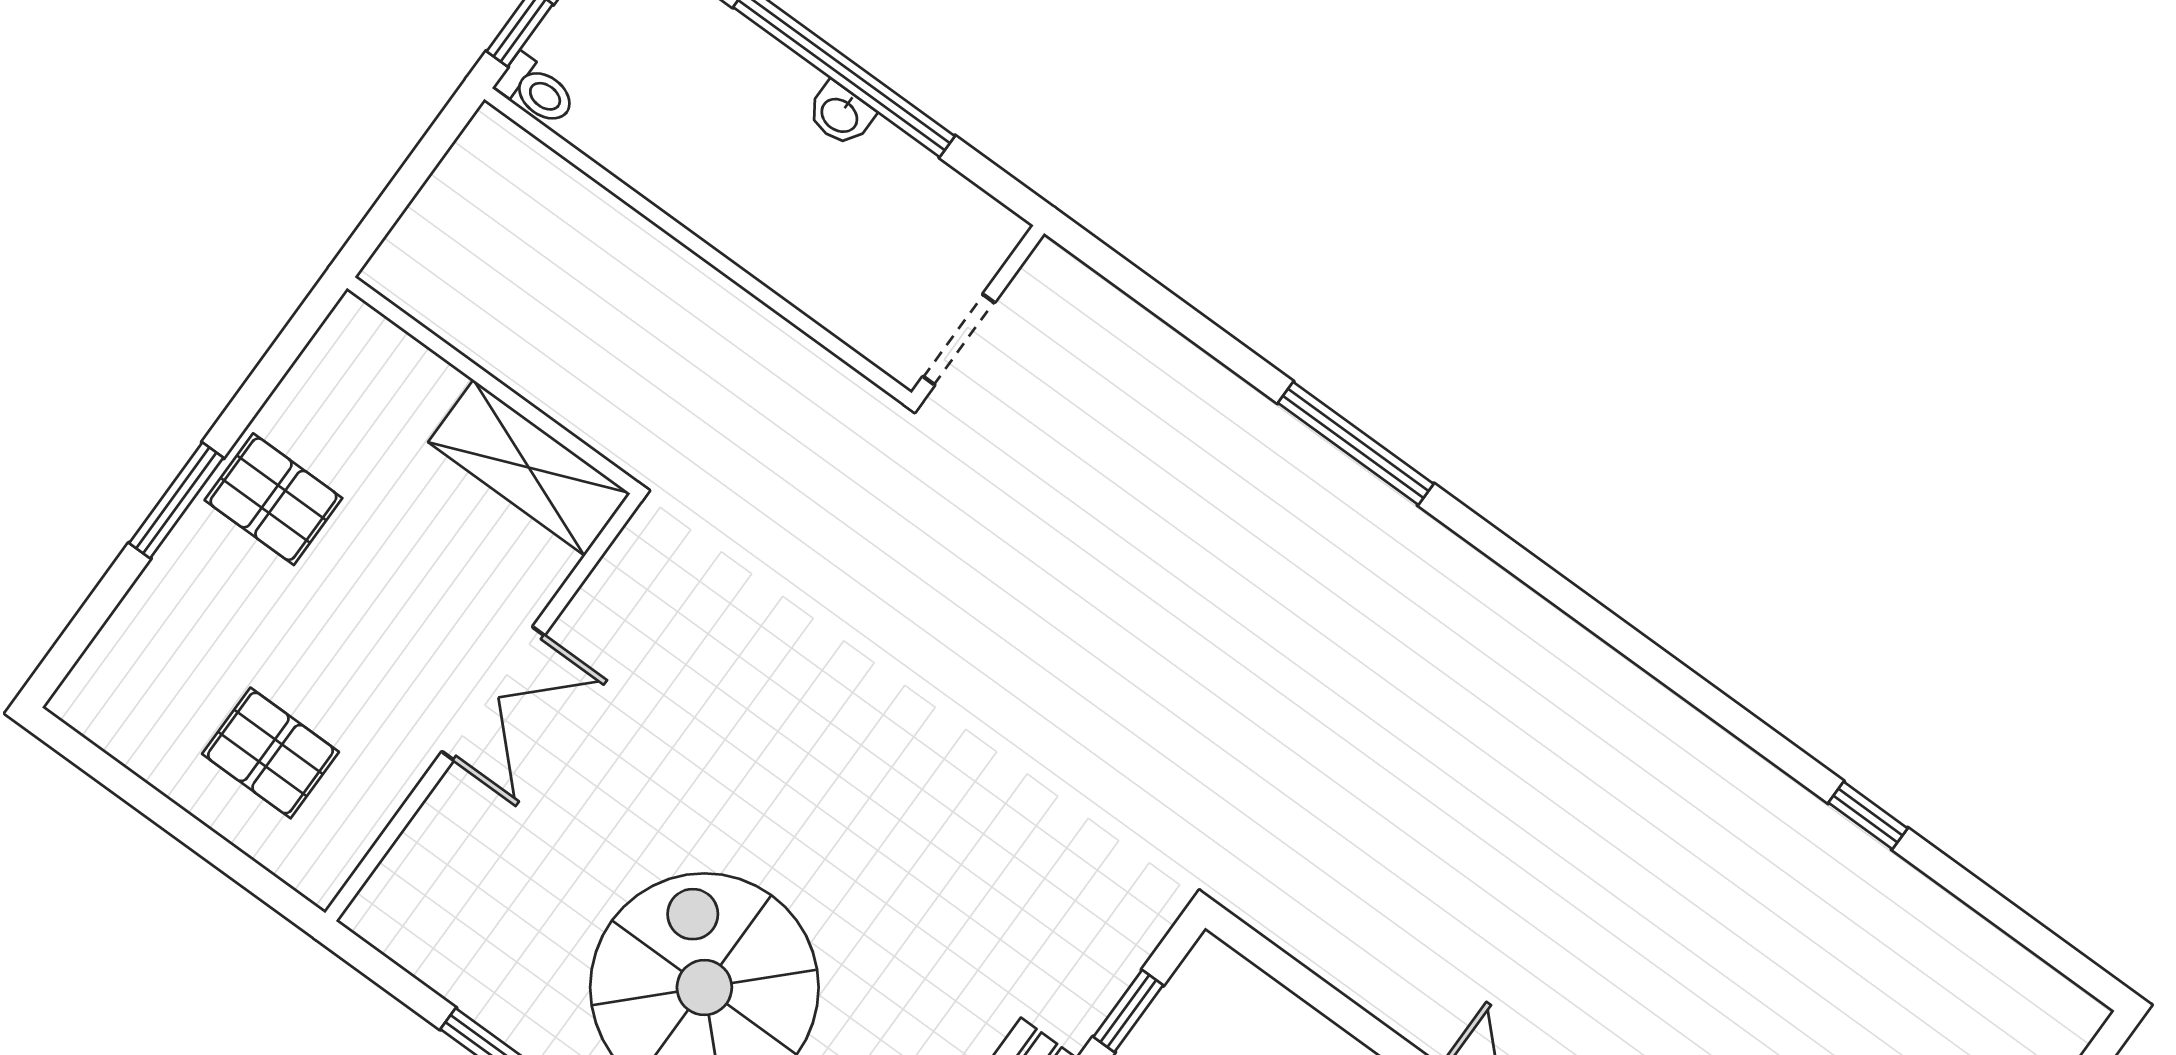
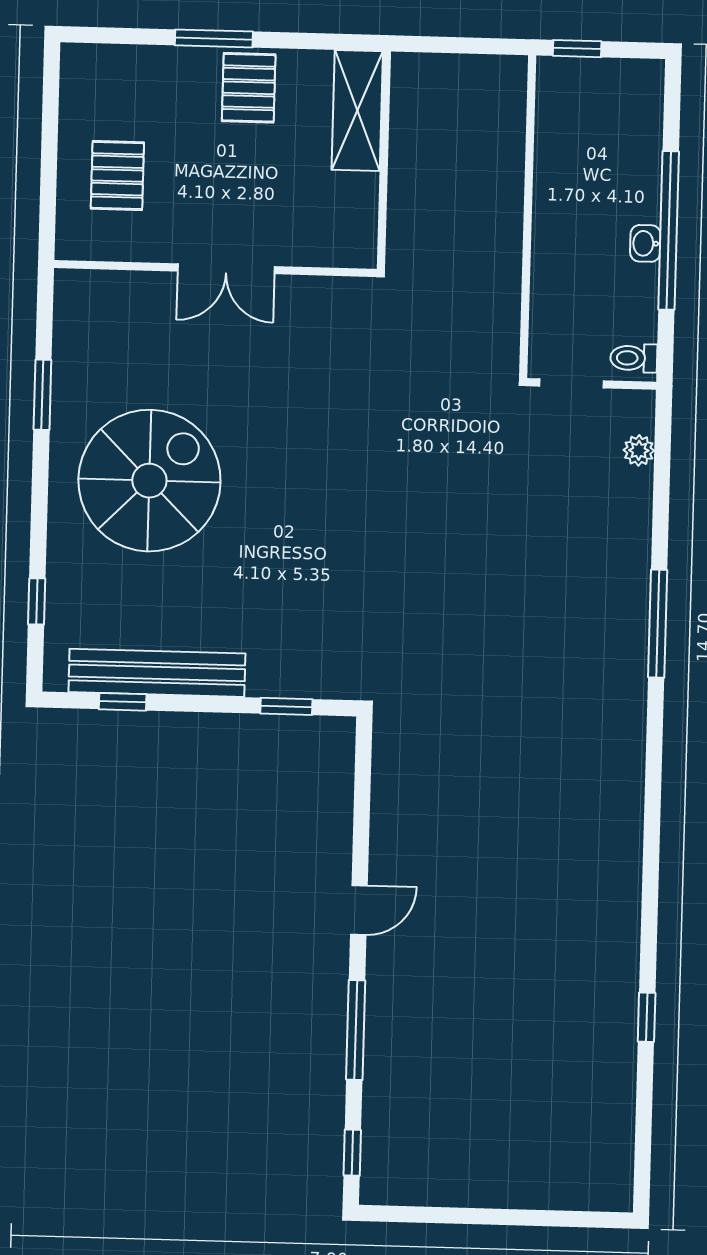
toilet: (537, 90) -> (634, 358), moved, turned 90
plant: (1109, 311) -> (639, 450), added
shelving: (529, 468) -> (357, 111), moved

